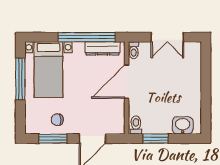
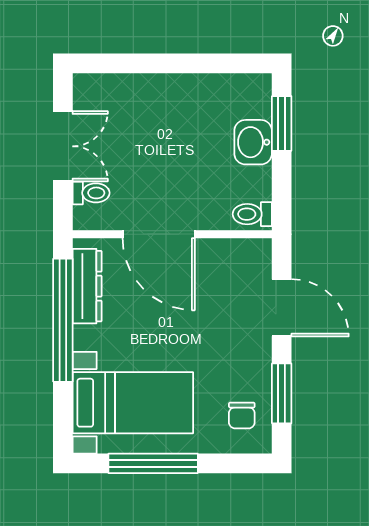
toilet: (134, 50) -> (91, 193), moved
chair: (57, 120) -> (242, 415), moved
washbasin: (183, 125) -> (253, 142), moved
window: (155, 139) -> (282, 123), moved

